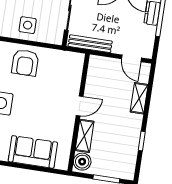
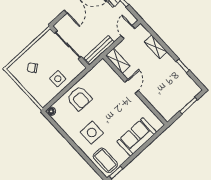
door: (131, 58) -> (128, 32), swing flipped
shelving: (85, 136) -> (118, 61), moved
boiler: (82, 162) -> (166, 112), removed

